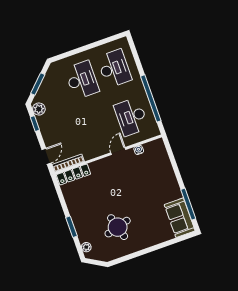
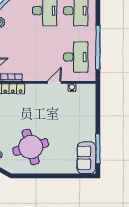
desk: (131, 117) -> (76, 57), turned 180
round table: (118, 227) -> (31, 147), width x1.36, depth x1.36

